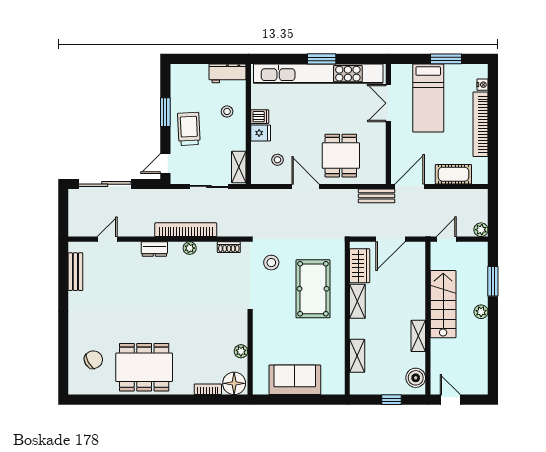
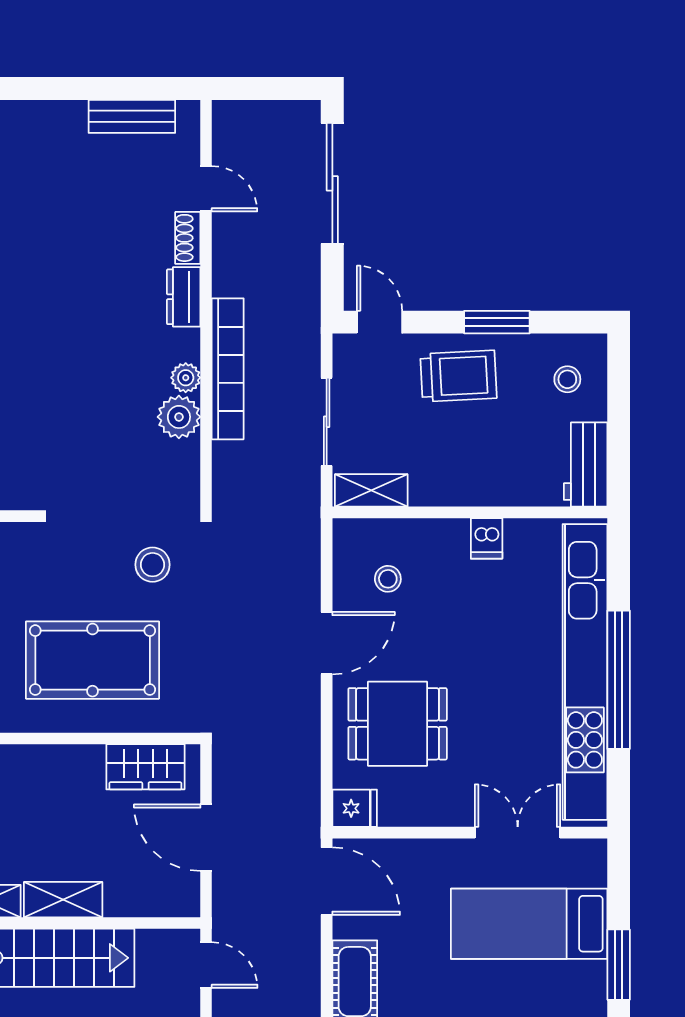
window: (322, 59) -> (619, 680), width x2.11
stool: (227, 111) -> (567, 379), moved
fridge: (261, 133) -> (355, 808), moved, turned -90
bench: (377, 196) -> (305, 806), removed
shoe rack: (229, 247) -> (188, 238), moved
plant: (207, 251) -> (179, 417), added
shelving: (357, 301) -> (63, 900), moved

